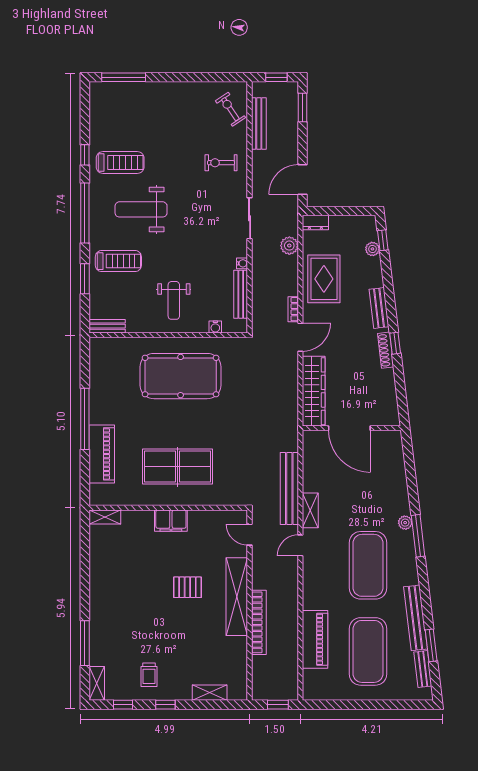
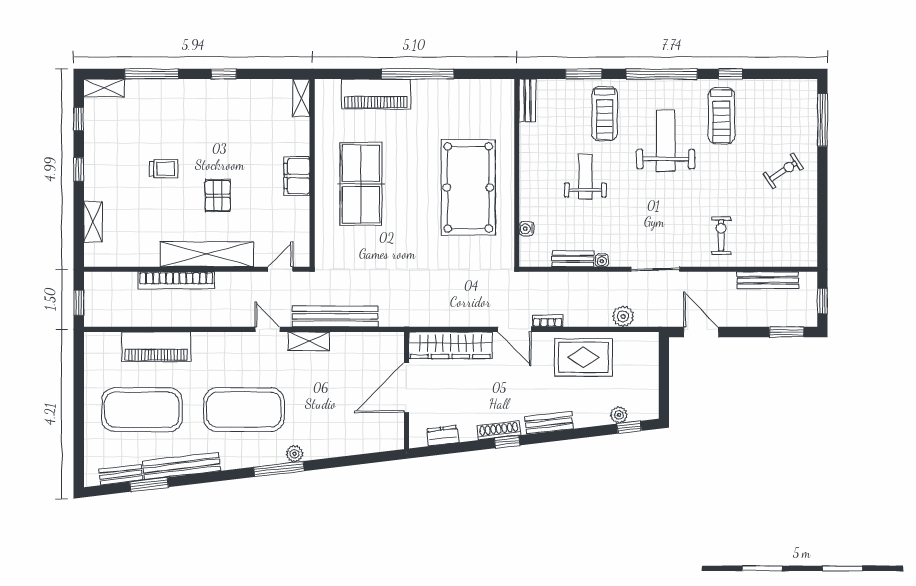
exercise bike: (230, 109) -> (783, 171), moved
dresser: (315, 223) -> (443, 436), moved, turned 83
bench: (241, 294) -> (573, 259), width x0.73
weight bench: (174, 300) -> (585, 176), moved, turned 90
window: (85, 582) -> (224, 74), added
trolley: (149, 675) -> (164, 169), moved, turned 180

